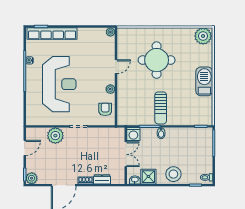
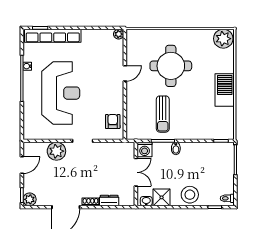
plant: (110, 89) -> (119, 99), removed
sun lounger: (161, 108) -> (163, 114), moved

